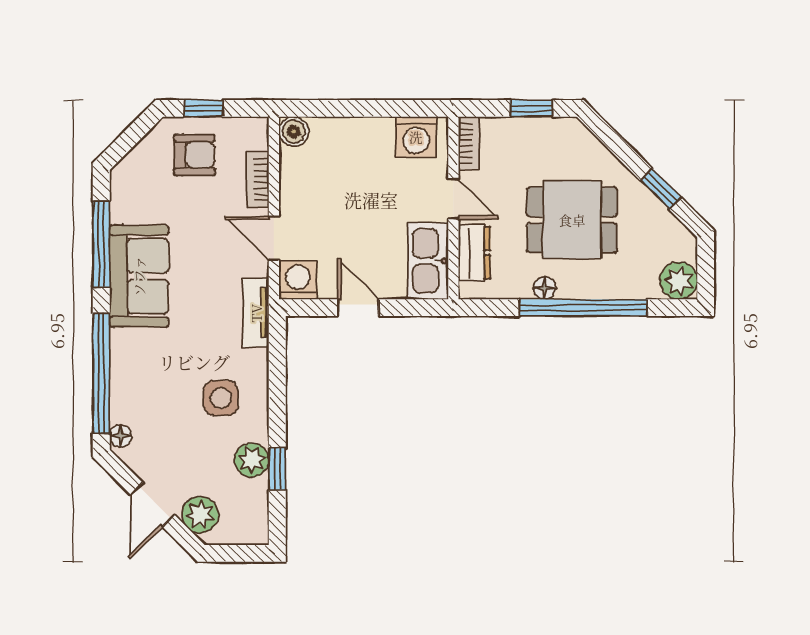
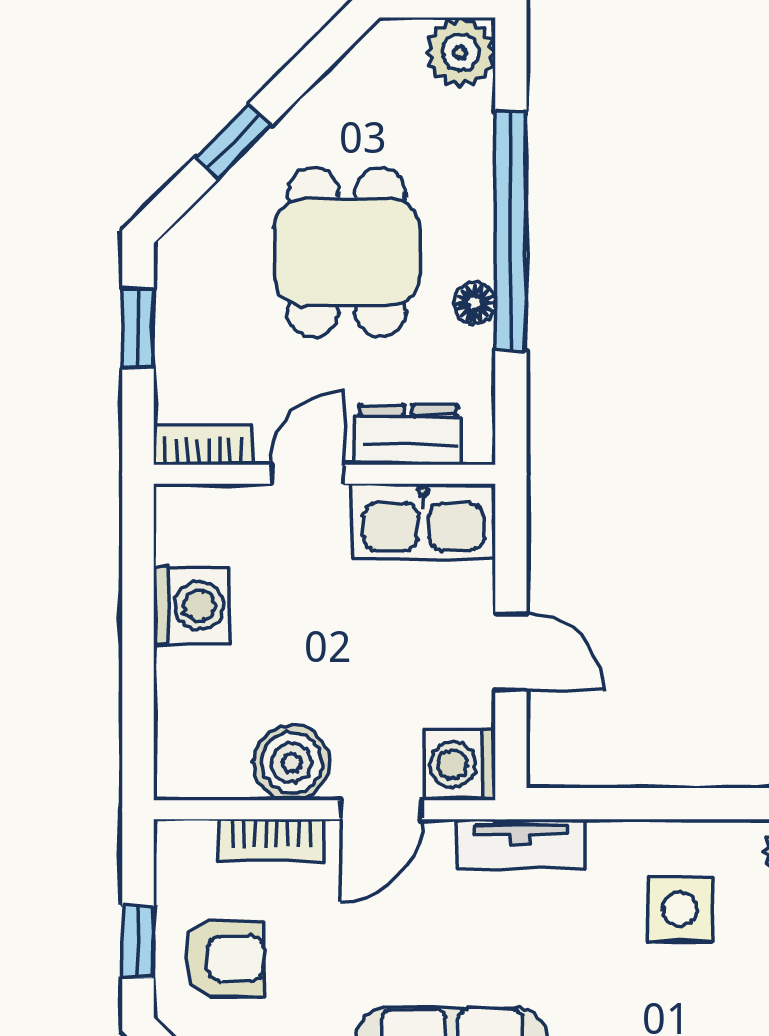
boiler: (294, 132) -> (292, 763), moved, width x1.36, depth x1.36
washing machine: (416, 137) -> (192, 606), moved
armchair: (194, 155) -> (225, 958), turned 90
window: (661, 189) -> (233, 141), moved
door: (358, 308) -> (511, 652), swing flipped

